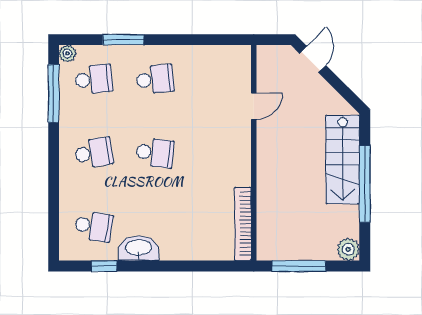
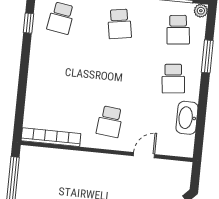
door: (254, 106) -> (144, 155), swing flipped
school desk: (155, 153) -> (110, 122), moved
washbasin: (139, 248) -> (187, 118), moved, turned 180

